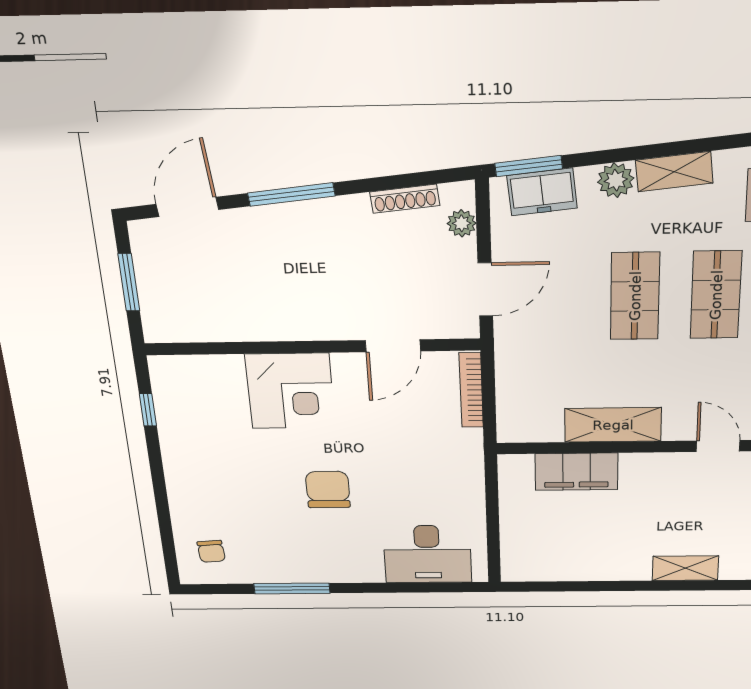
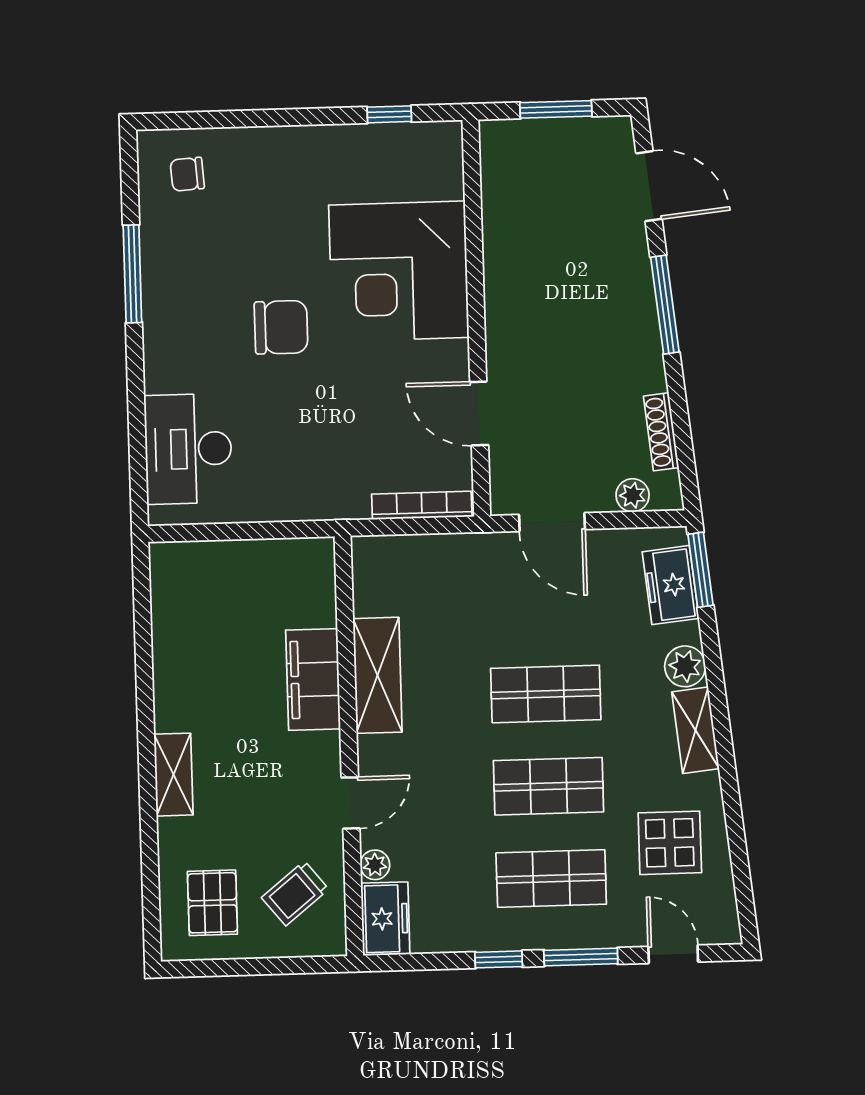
corner desk: (290, 391) -> (399, 271), width x1.36, depth x1.36
filing cabinet: (576, 472) -> (313, 679), moved

